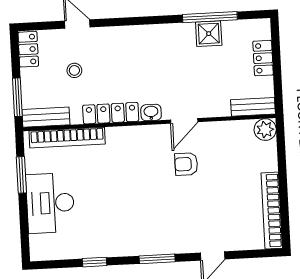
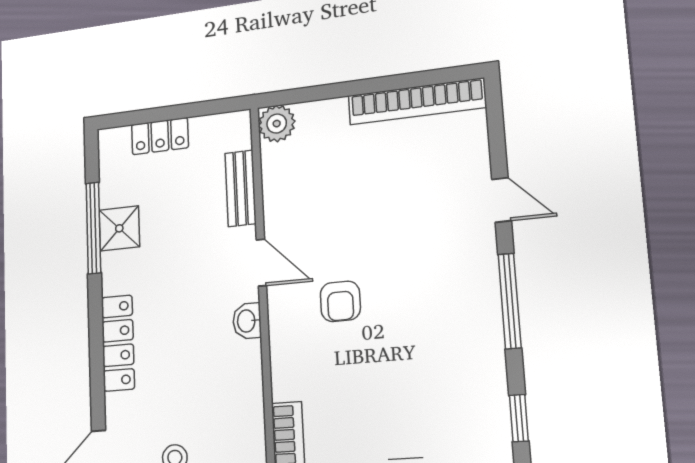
bench: (253, 107) -> (241, 188), moved
locker: (111, 113) -> (118, 343), moved, turned 180
armchair: (186, 164) -> (340, 301), moved
window: (157, 259) -> (510, 301), width x1.44

